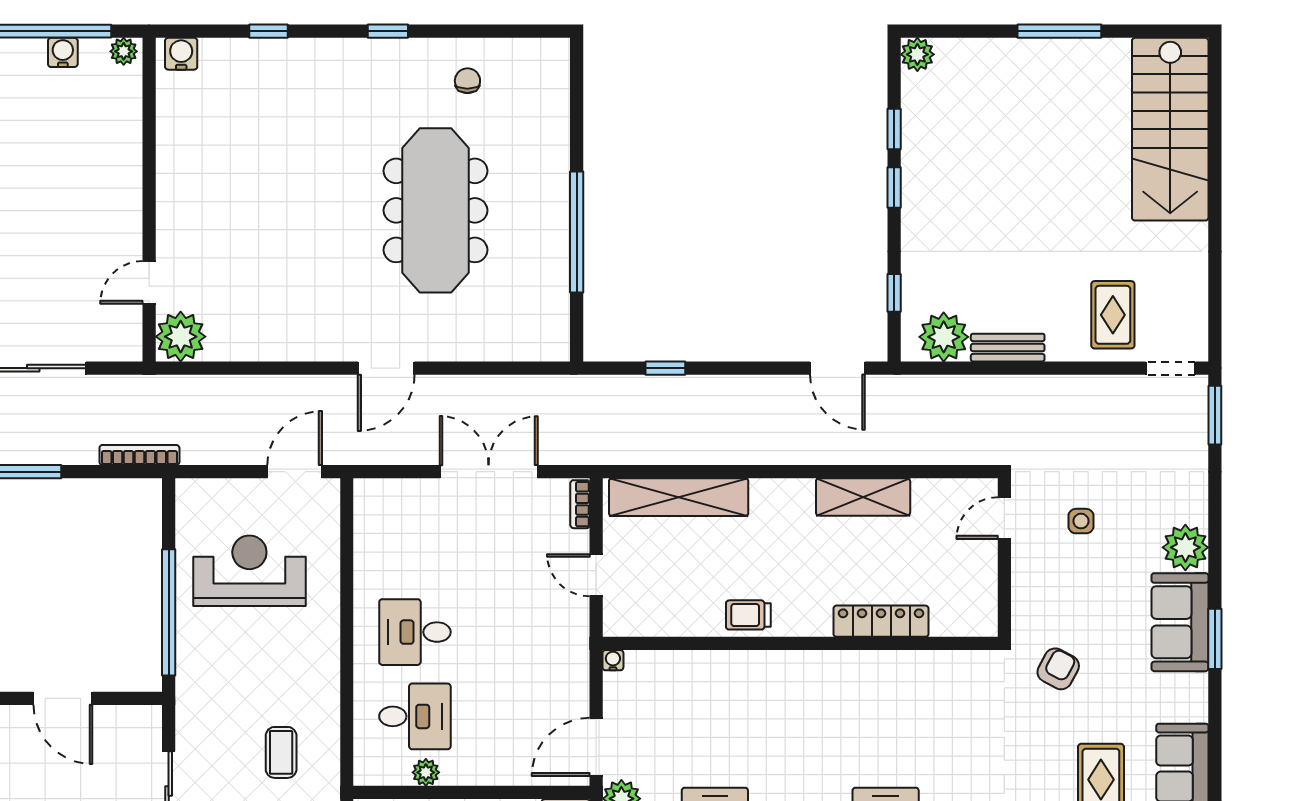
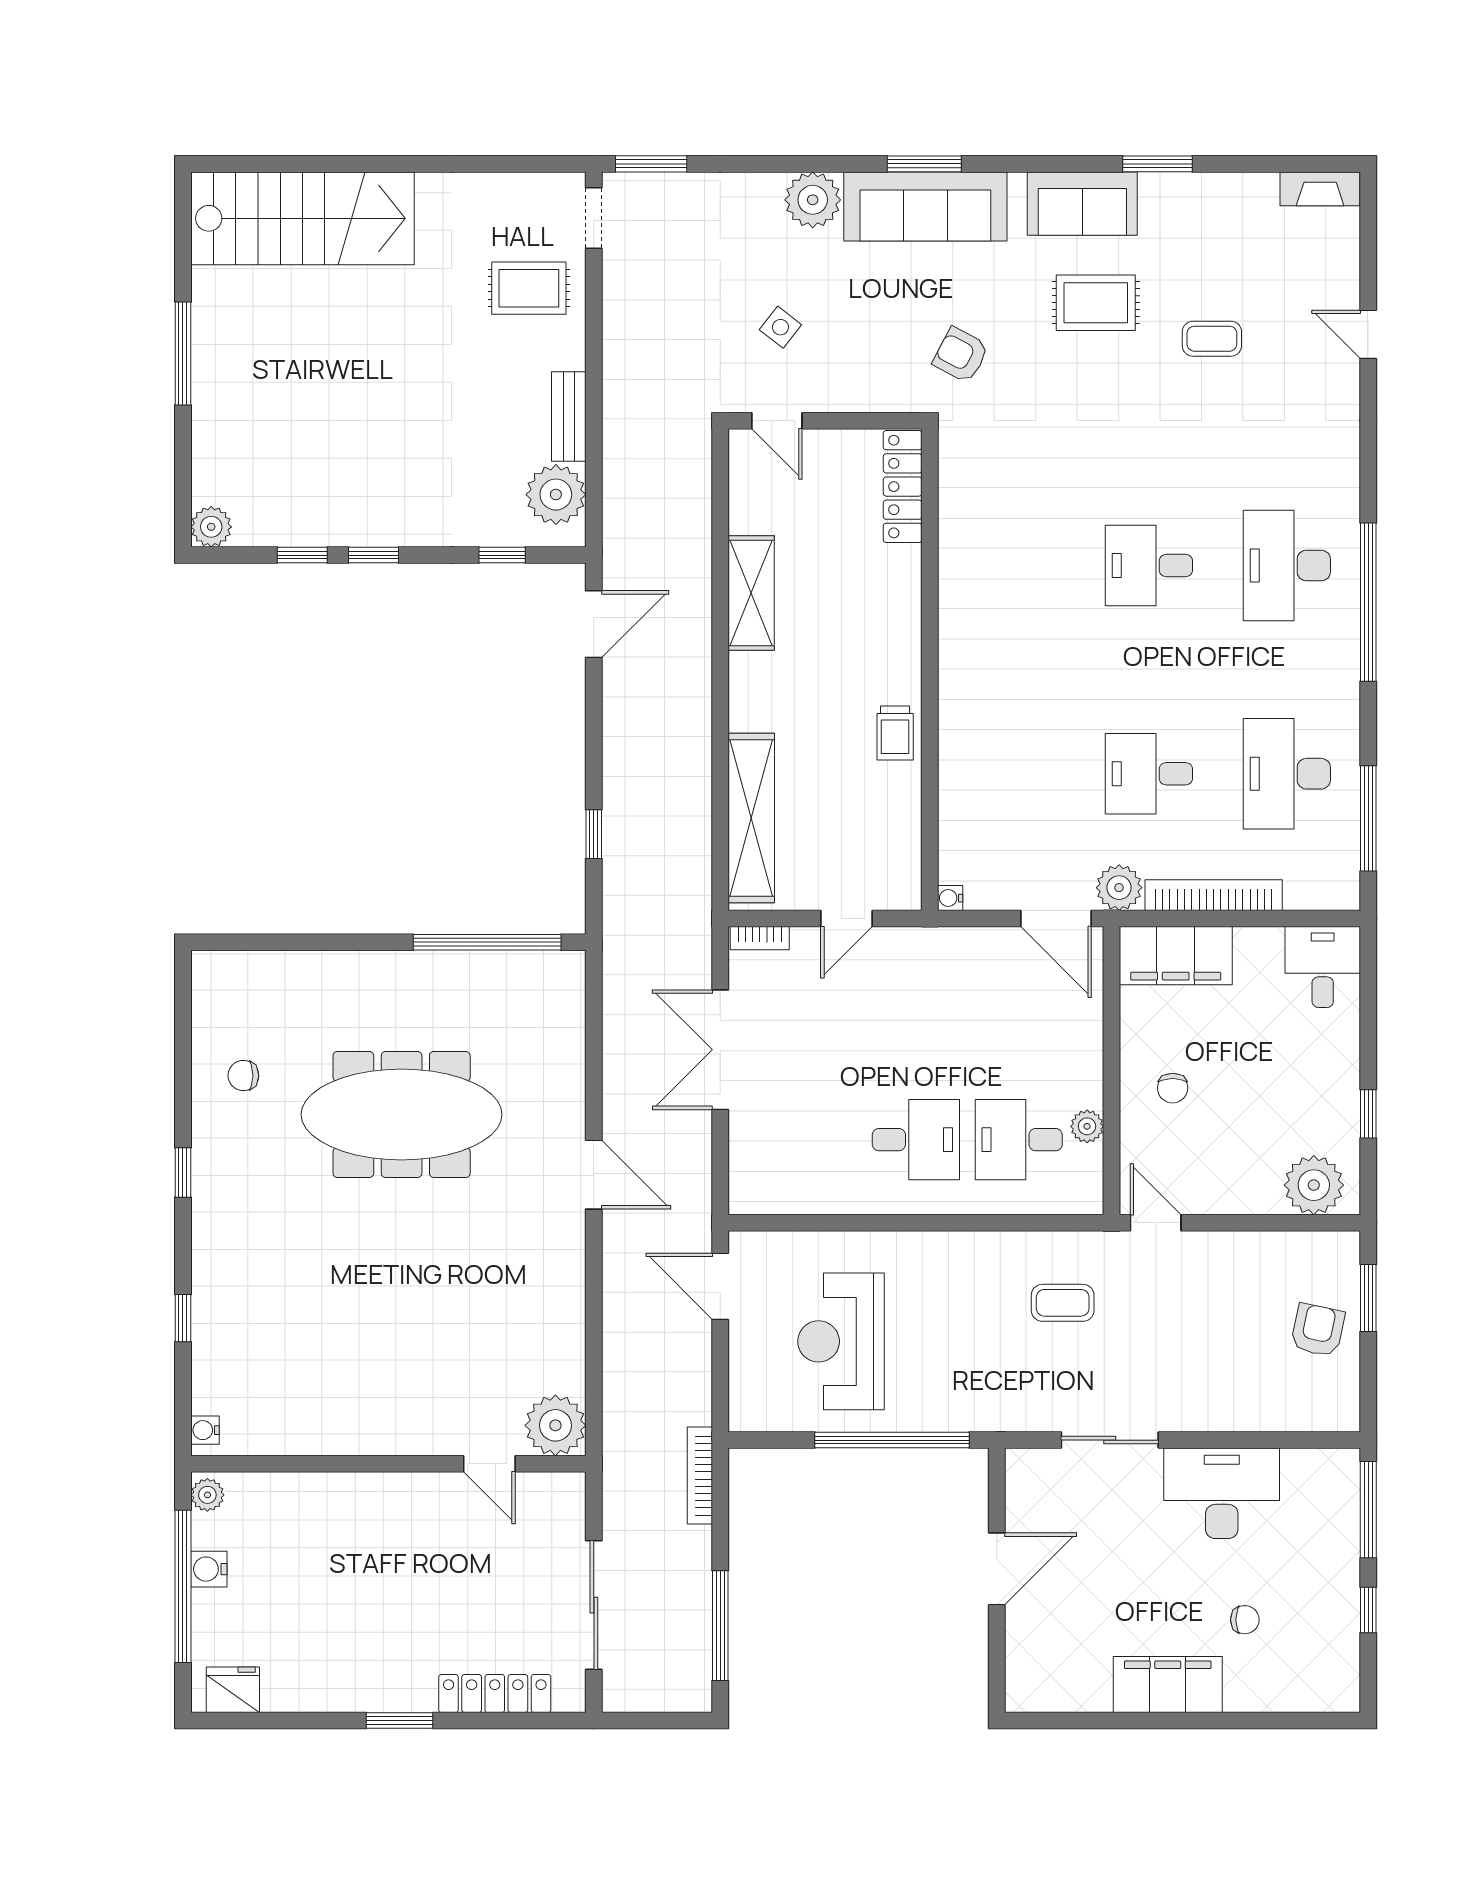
water cooler: (181, 54) -> (205, 1430), width x0.72, depth x0.72
window: (577, 232) -> (487, 942), moved
side table: (1081, 521) -> (780, 327), turned 38
locker: (881, 621) -> (903, 487), moved
sofa: (1180, 622) -> (925, 206), width x1.36
desk: (415, 632) -> (916, 1140), turned -90
desk: (415, 716) -> (1019, 1140), turned -90

